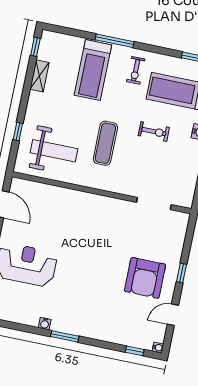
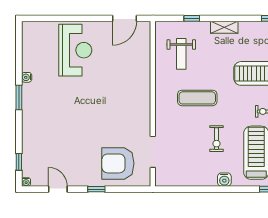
shelving: (39, 76) -> (224, 27), moved
weight bench: (54, 151) -> (181, 54), width x0.73, depth x0.75
armchair: (145, 278) -> (118, 163), moved

